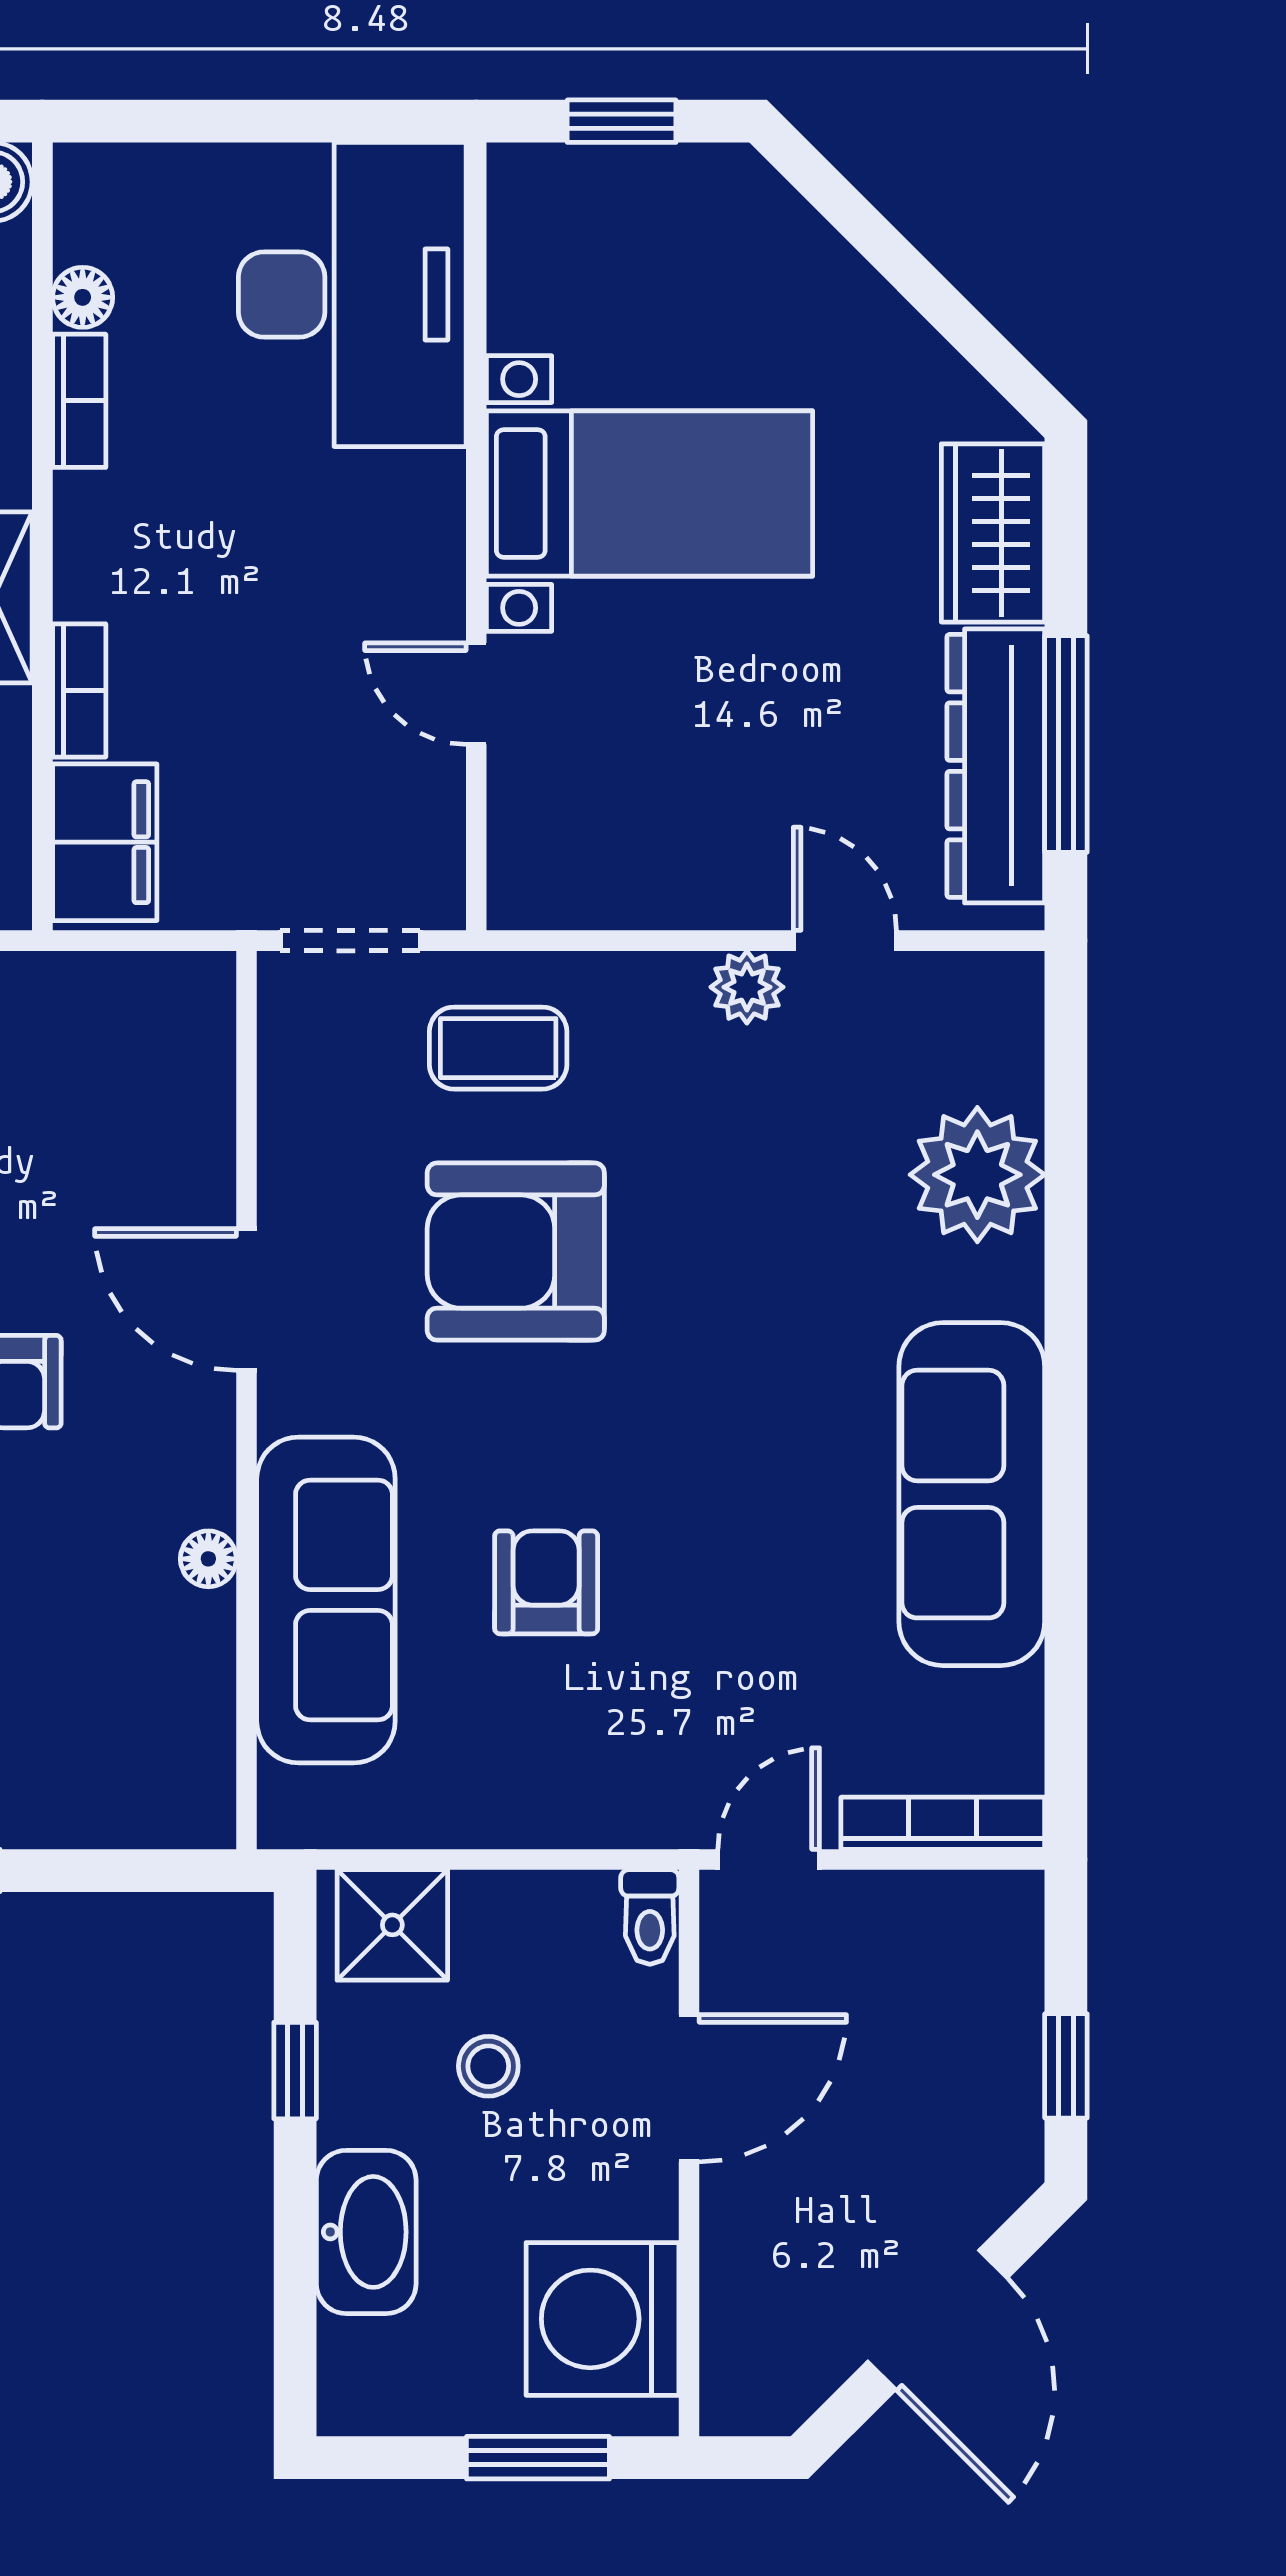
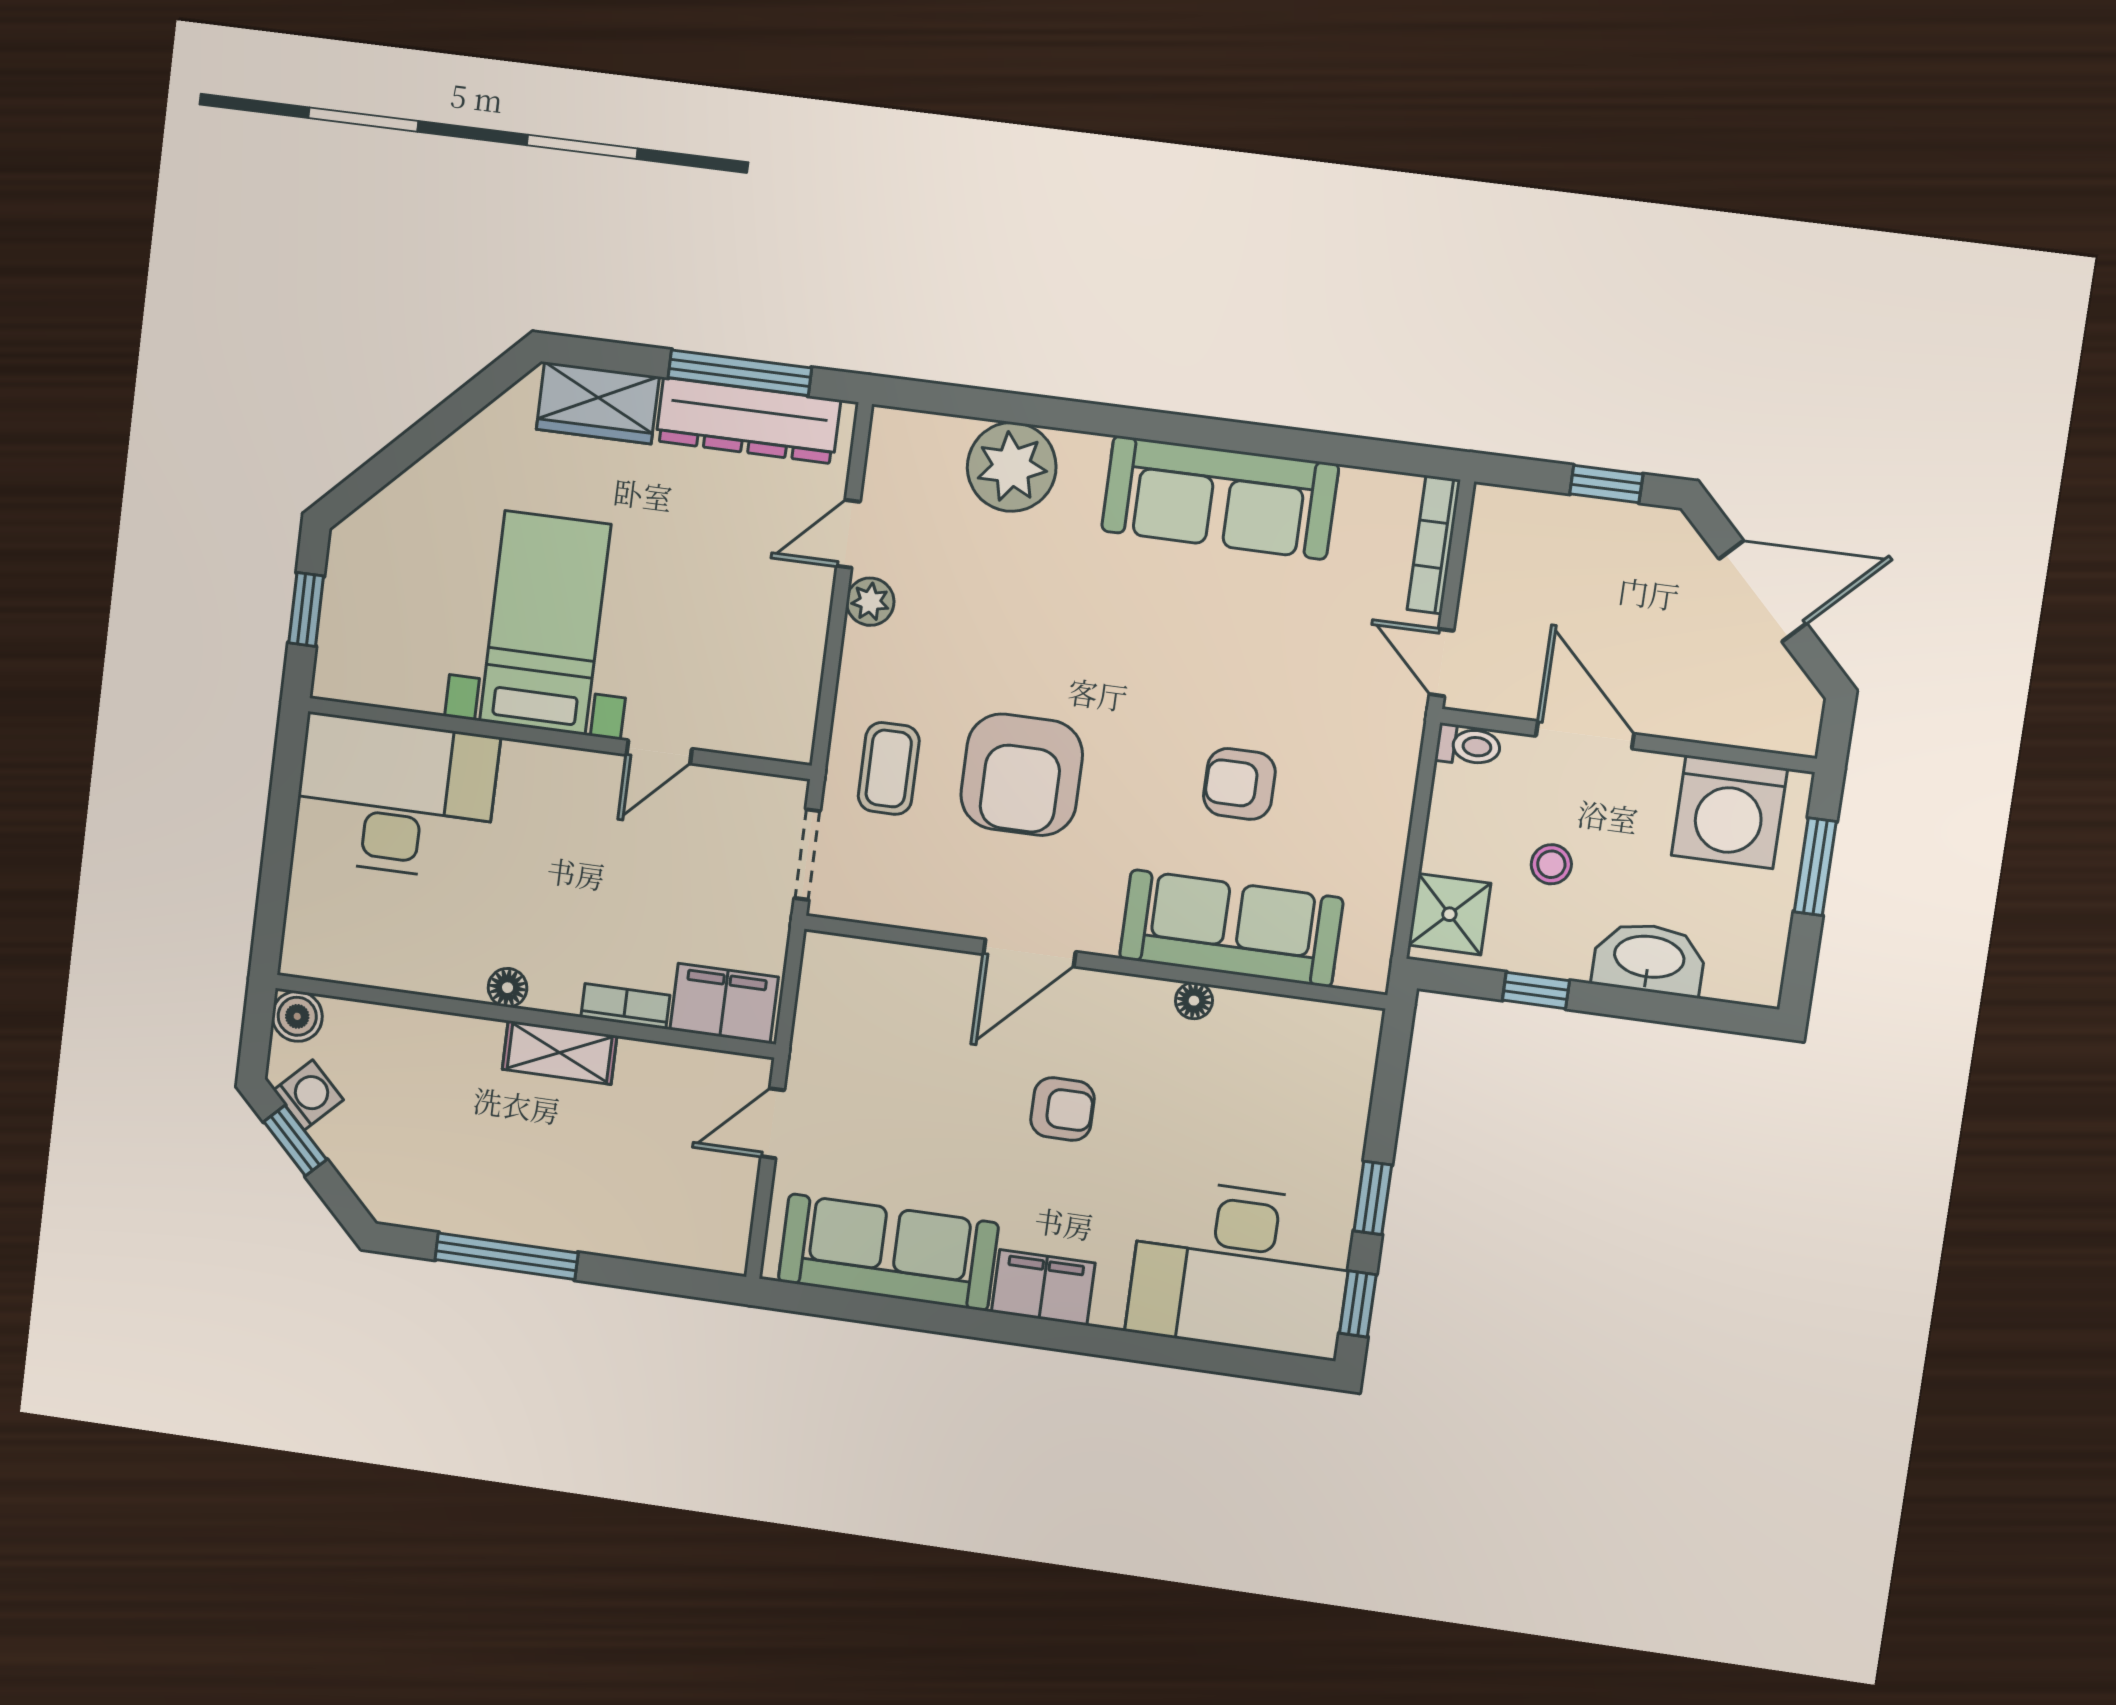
floor lamp: (83, 297) -> (508, 988), moved
bookcase: (79, 401) -> (442, 981), removed

